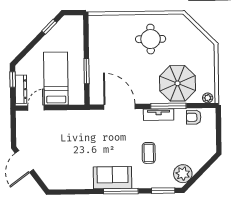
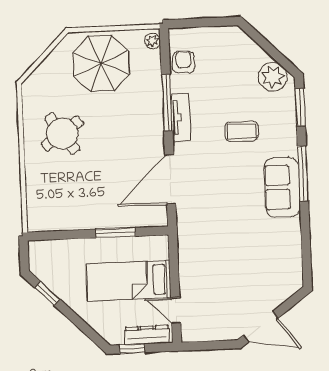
round table: (151, 39) -> (62, 133), turned -35
parasol: (177, 83) -> (101, 63), moved
armchair: (194, 117) -> (183, 62), turned 180

